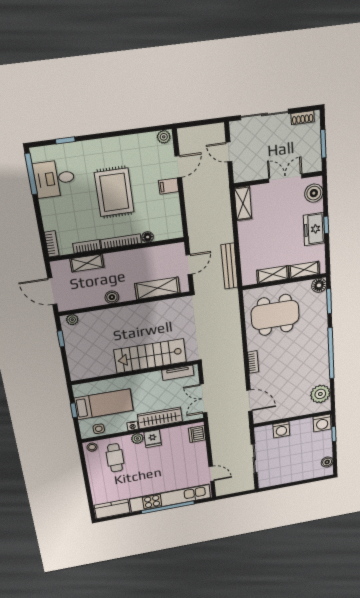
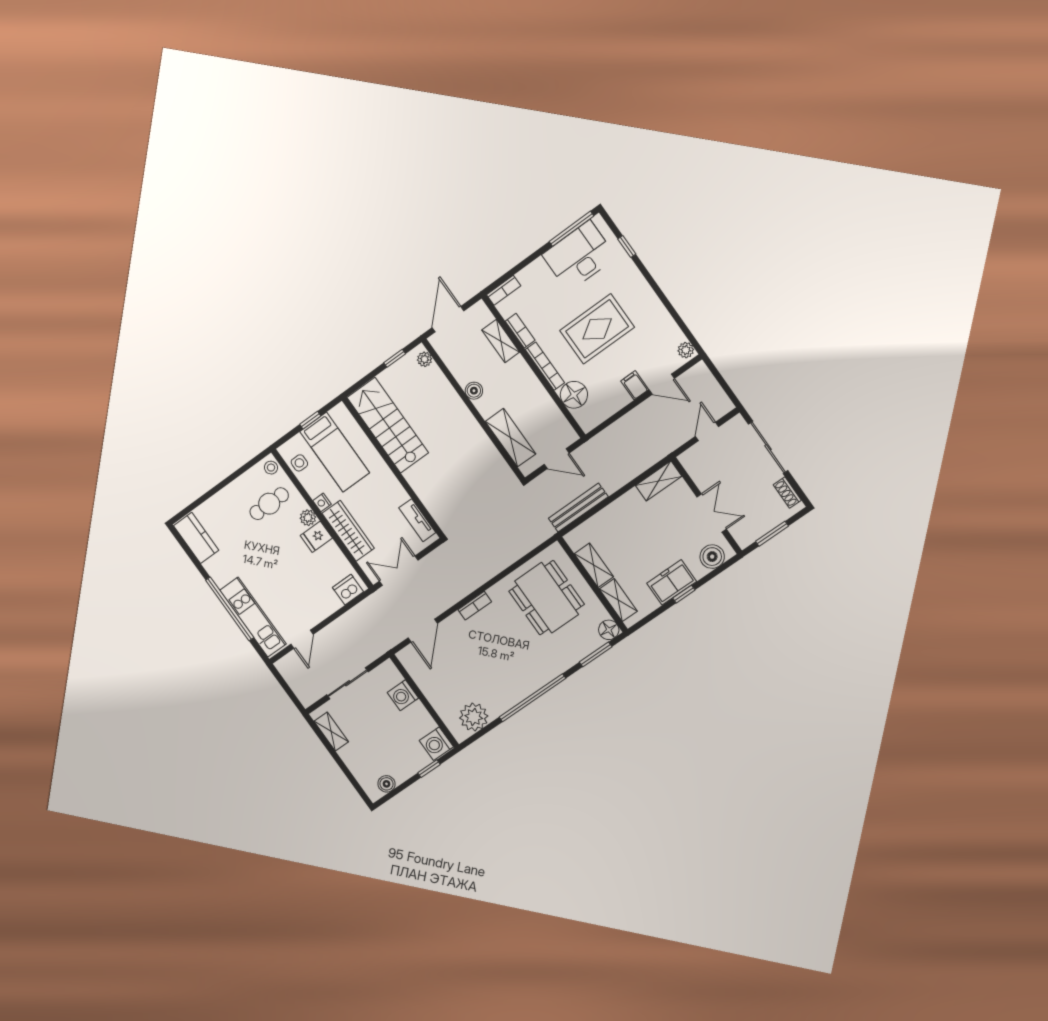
desk: (54, 179) -> (579, 256), width x1.37
floor lamp: (148, 237) -> (574, 395), width x1.89, depth x1.89
stairs: (150, 356) -> (388, 425), moved
shelving: (277, 480) -> (331, 732), added
kitchen unit: (170, 498) -> (253, 617), width x0.73

